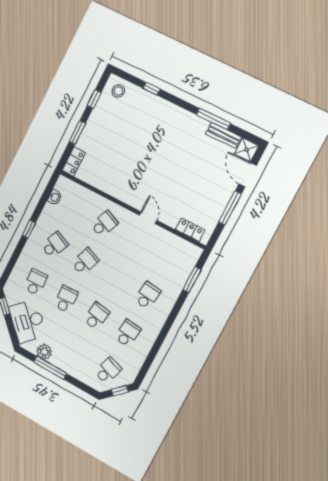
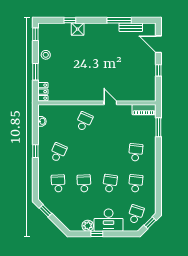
stool: (118, 91) -> (46, 55), moved
window: (94, 99) -> (35, 34), moved
shower: (246, 150) -> (78, 29), moved
window: (230, 208) -> (158, 70), width x0.46
locker: (190, 230) -> (141, 97), removed
piano: (185, 248) -> (144, 110), added
school desk: (85, 262) -> (84, 152), removed
desk: (28, 321) -> (109, 220), moved, turned -45
window: (50, 368) -> (97, 234), width x0.46

